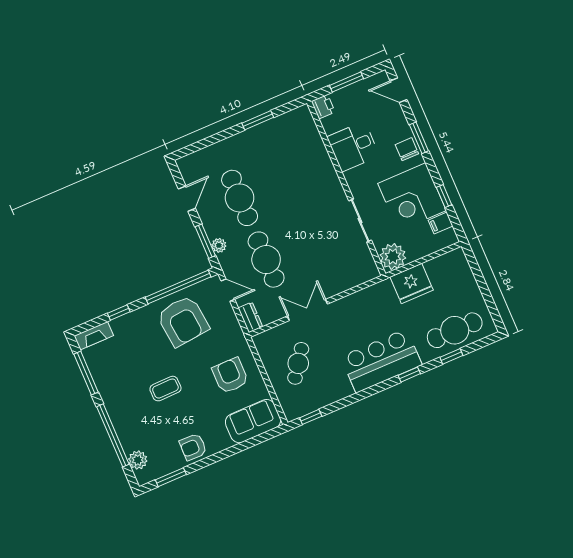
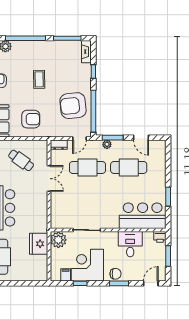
bar counter: (303, 146) -> (143, 216), added

